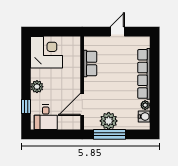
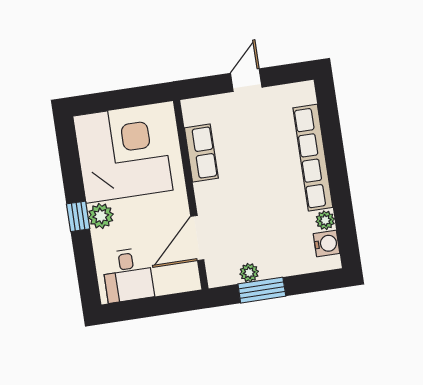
corner desk: (47, 52) -> (123, 153), width x1.36, depth x1.36
window: (26, 106) -> (78, 216), moved
plant: (109, 121) -> (249, 273), width x0.53, depth x0.53
window: (109, 134) -> (262, 290), width x0.69

